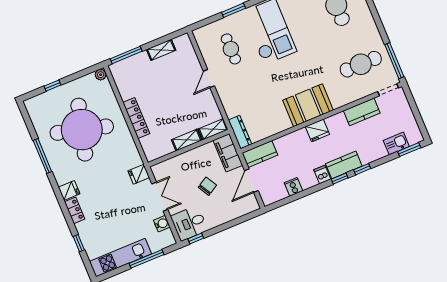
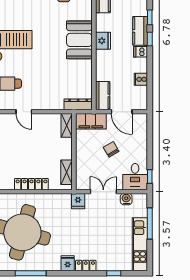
shelving: (187, 140) -> (66, 172), moved

